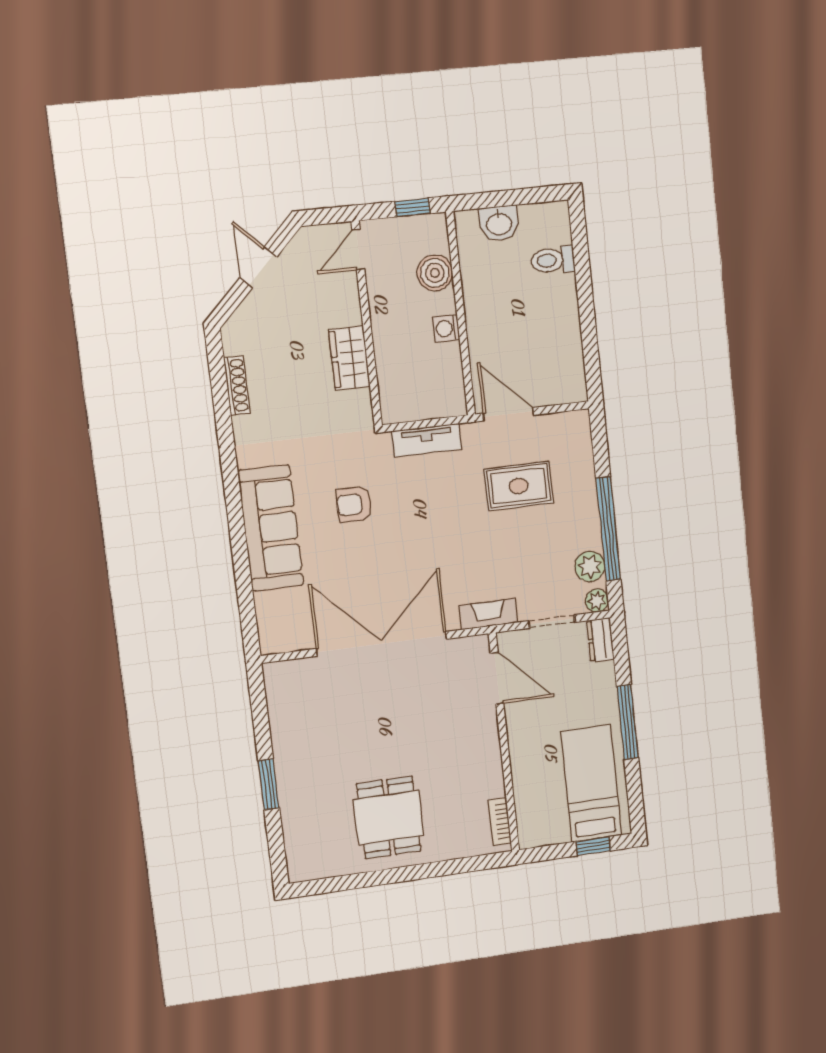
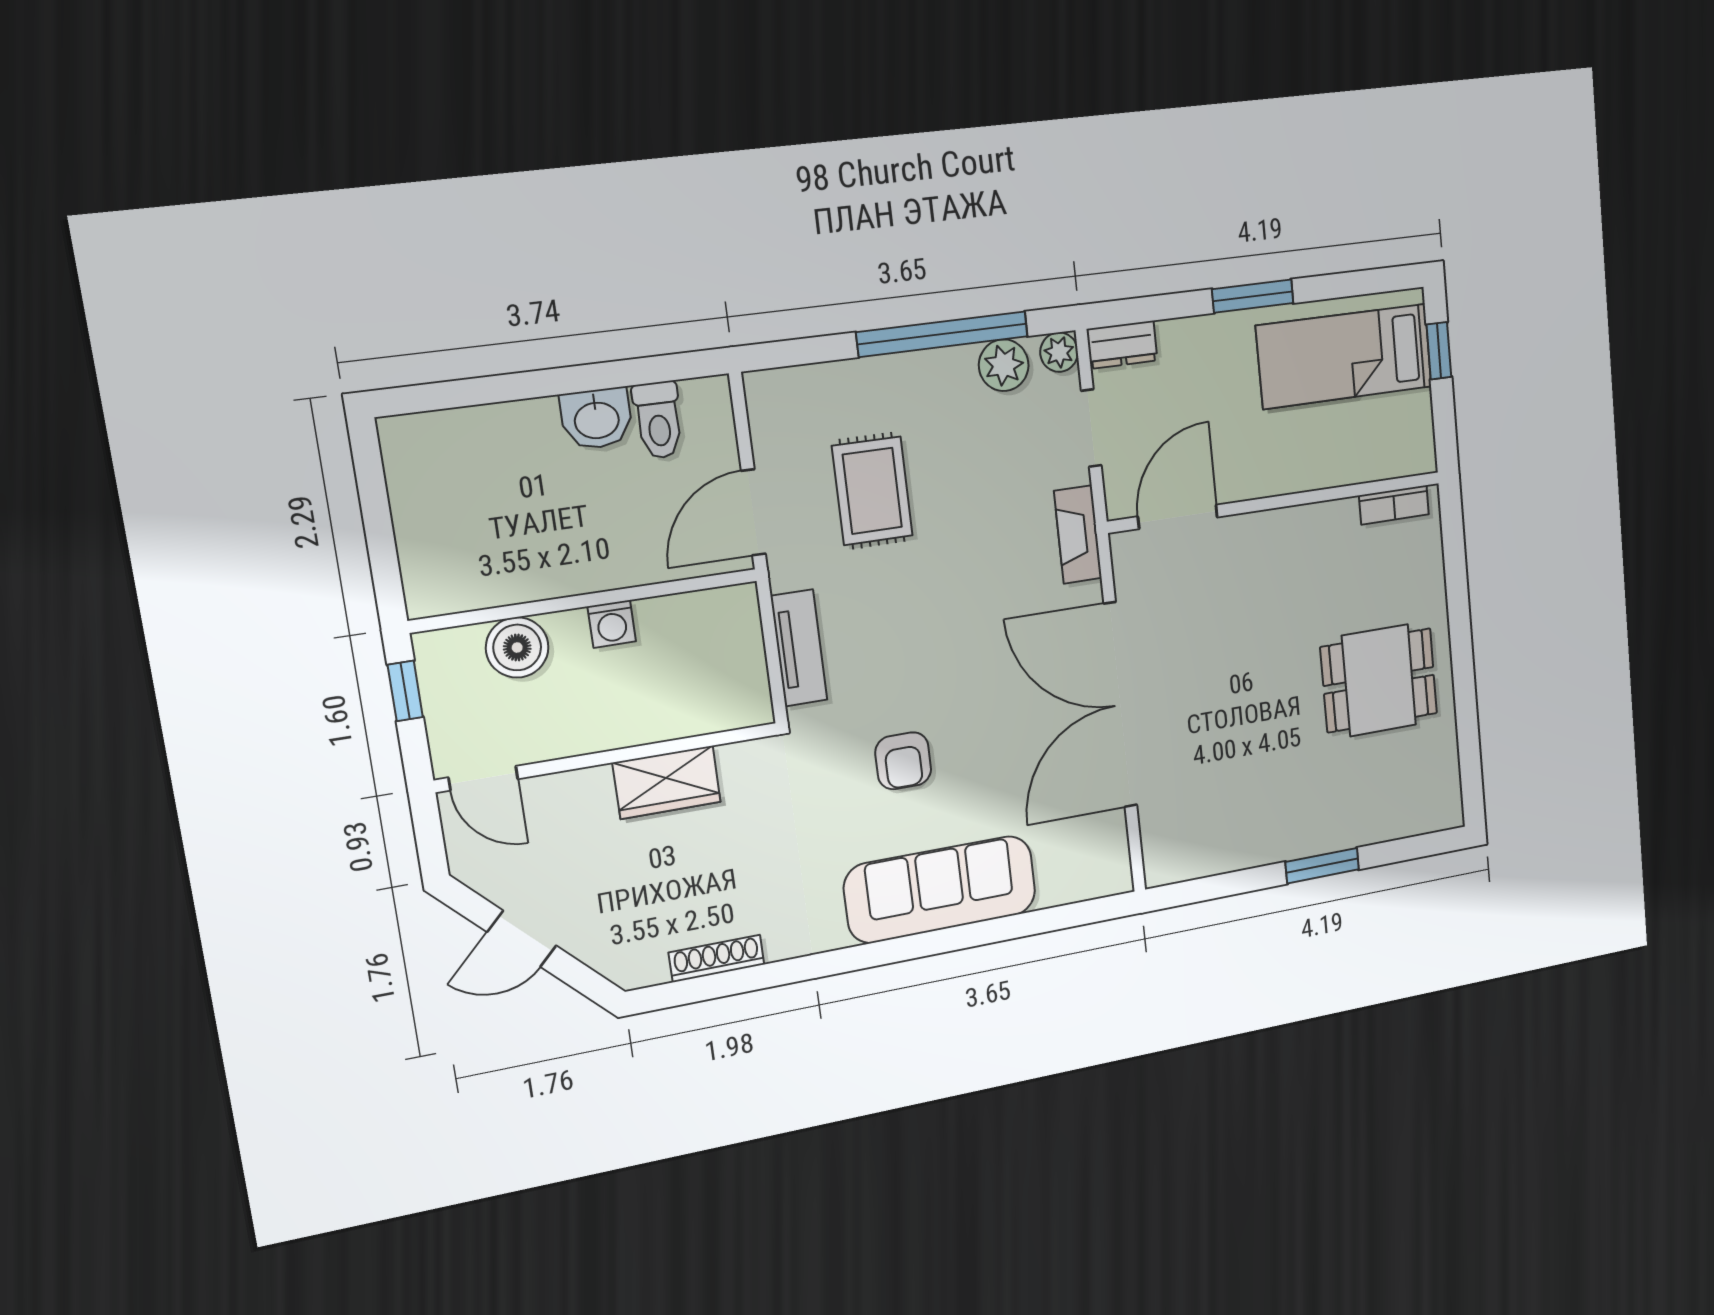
washbasin: (499, 223) -> (597, 419), moved, turned 90
toilet: (553, 260) -> (658, 420), moved
window: (628, 722) -> (1253, 296), width x0.69

